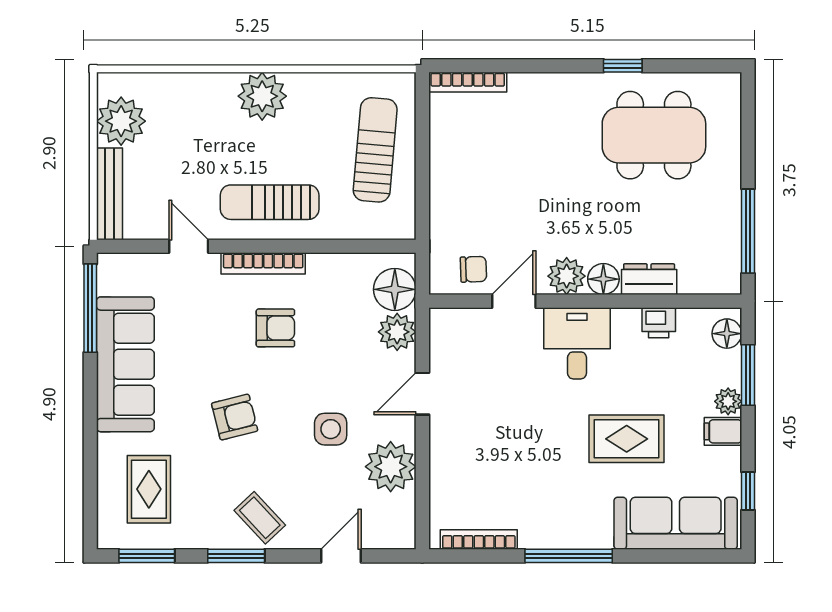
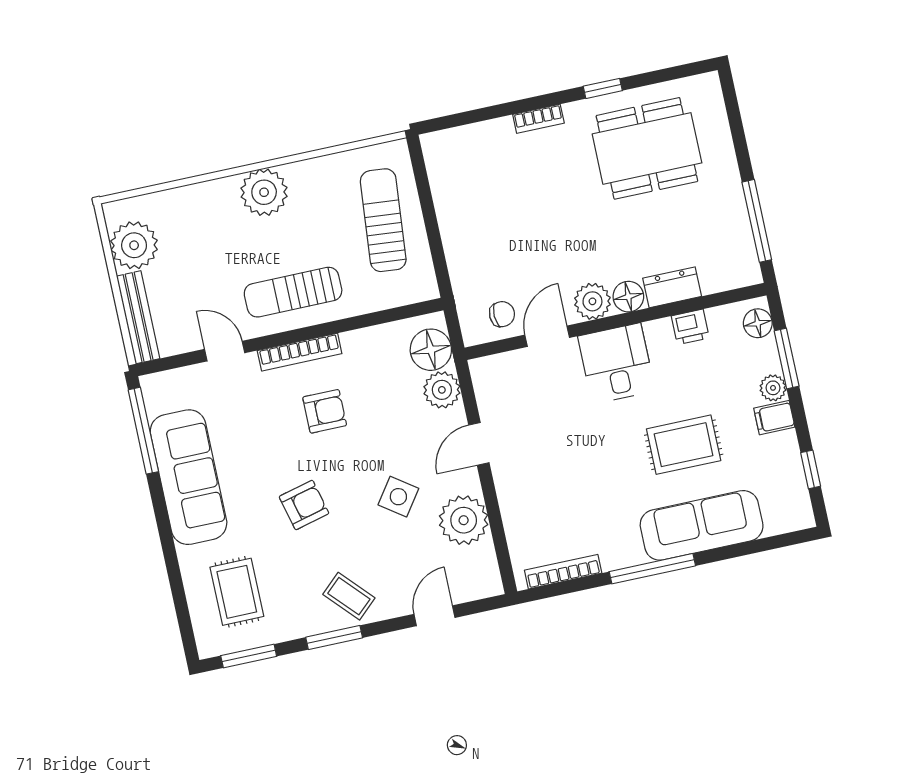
bookcase: (468, 82) -> (538, 119), moved, width x0.64
side table: (331, 429) -> (398, 497), turned 35
sofa: (676, 523) -> (702, 525), moved

